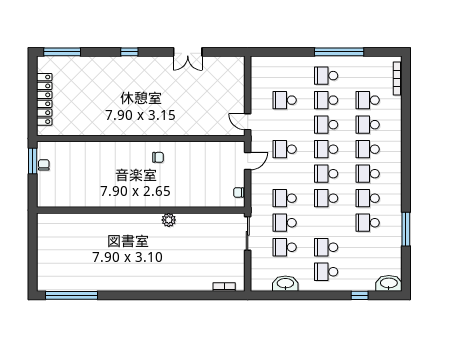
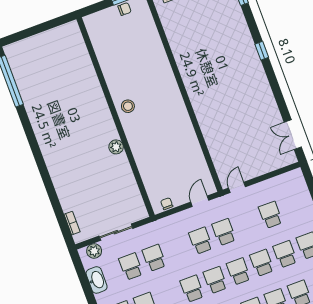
double door: (188, 52) -> (293, 135), moved
chair: (158, 157) -> (172, 115), removed
door: (248, 161) -> (200, 201), swing flipped
stool: (135, 195) -> (128, 106), added
school desk: (285, 198) -> (201, 241), moved
sliding door: (248, 233) -> (116, 232), moved
plant: (258, 276) -> (94, 251), added

